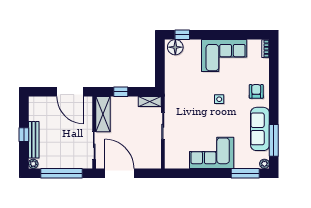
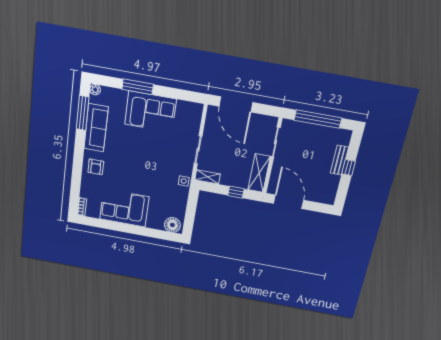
window: (182, 35) -> (164, 235), removed
side table: (219, 99) -> (184, 181), moved
bench: (34, 140) -> (339, 160), width x0.73
plant: (33, 164) -> (346, 135), removed
door: (119, 173) -> (236, 104), moved
window: (245, 173) -> (138, 87), moved

